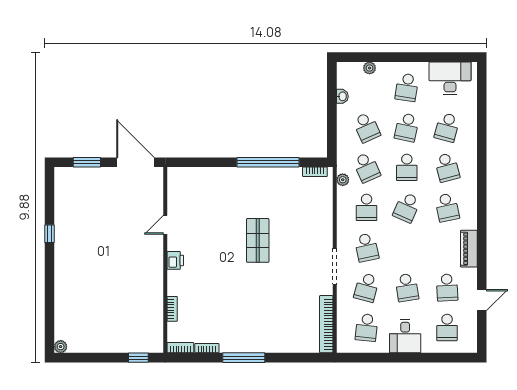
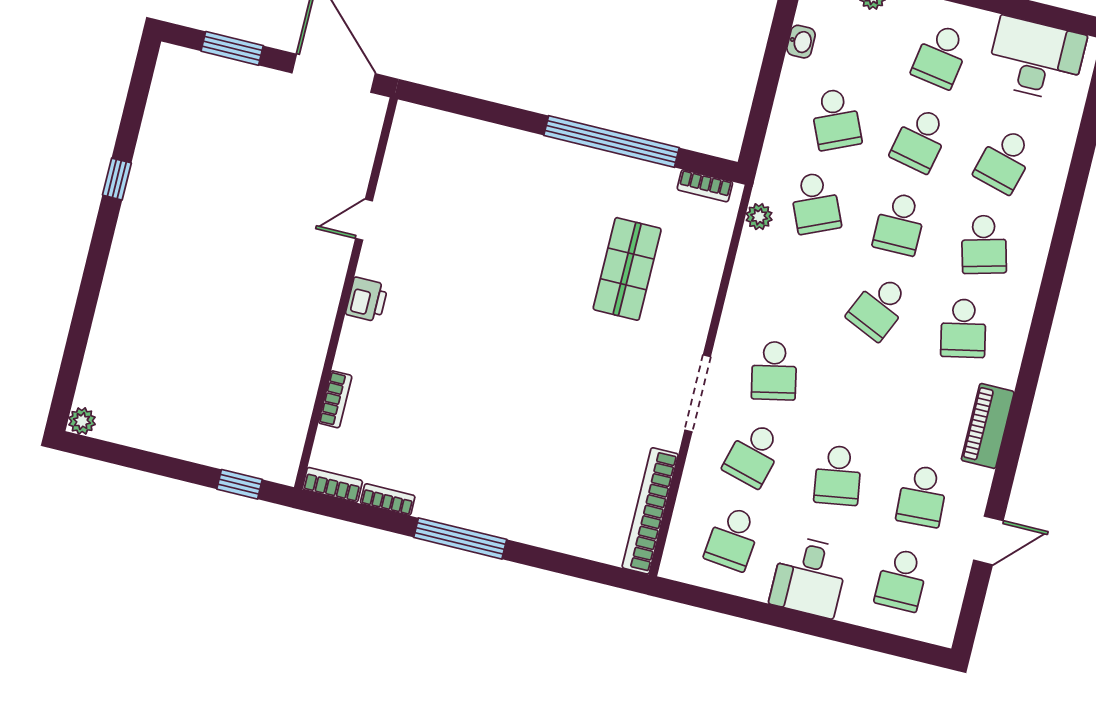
school desk: (367, 207) -> (795, 287), removed
shop shelf: (258, 240) -> (627, 269), moved

